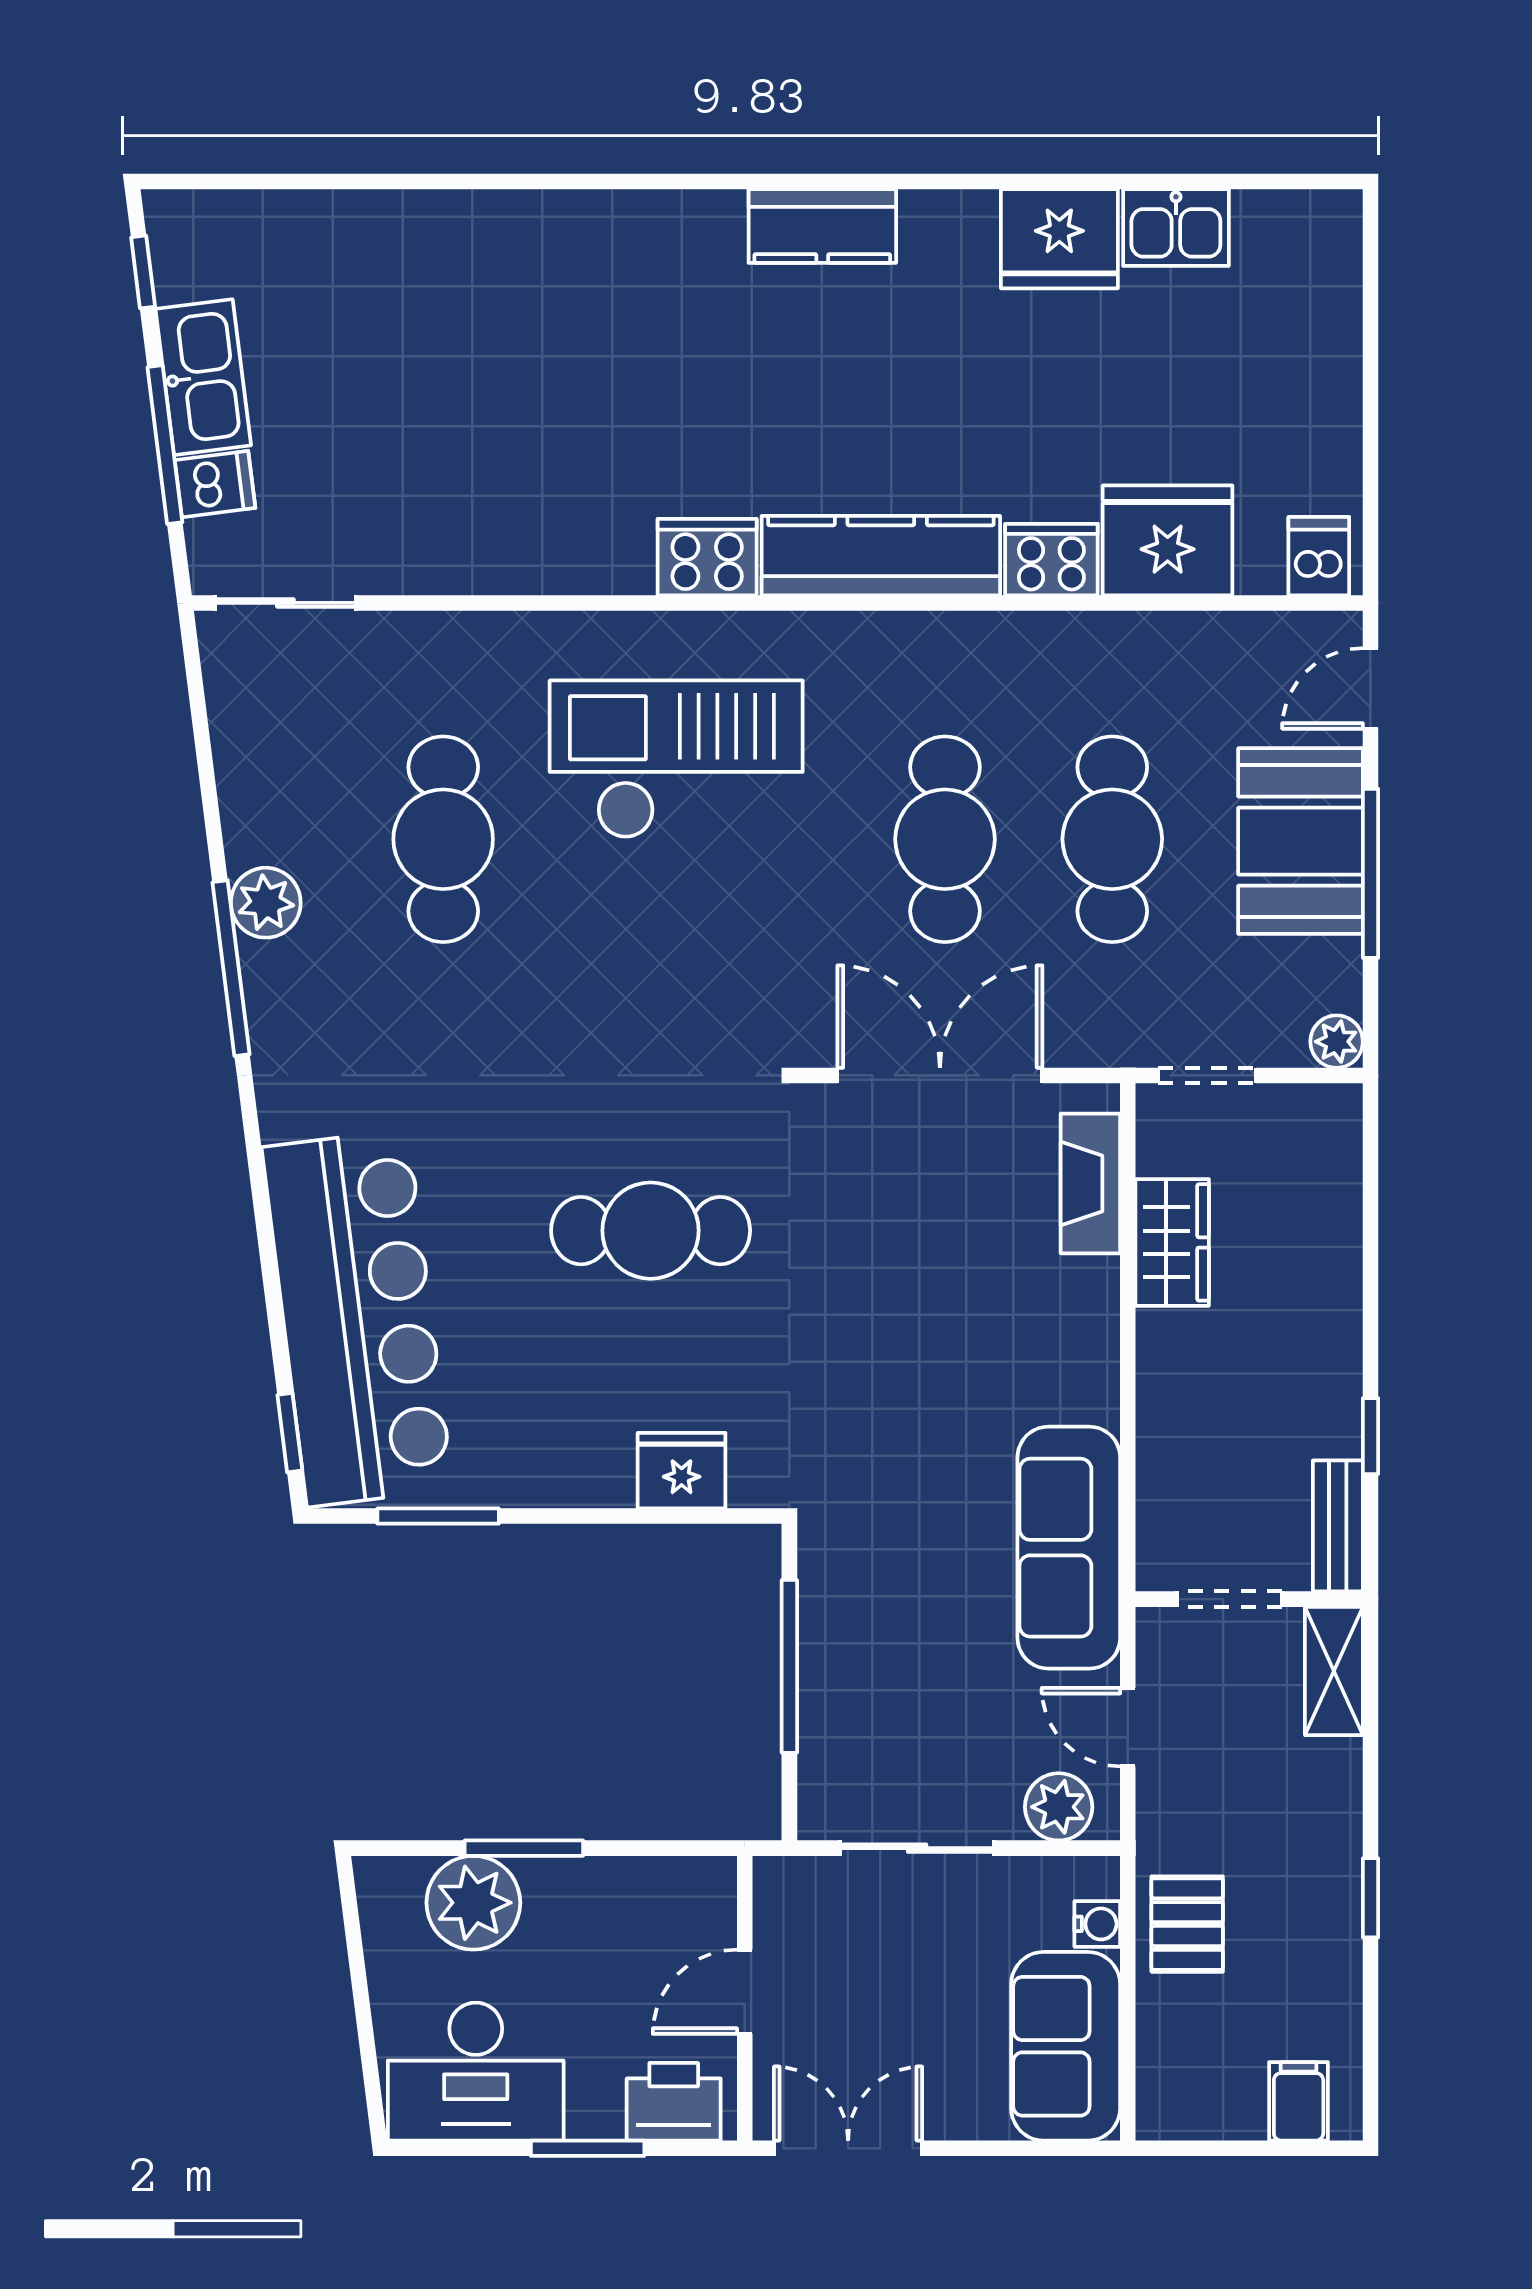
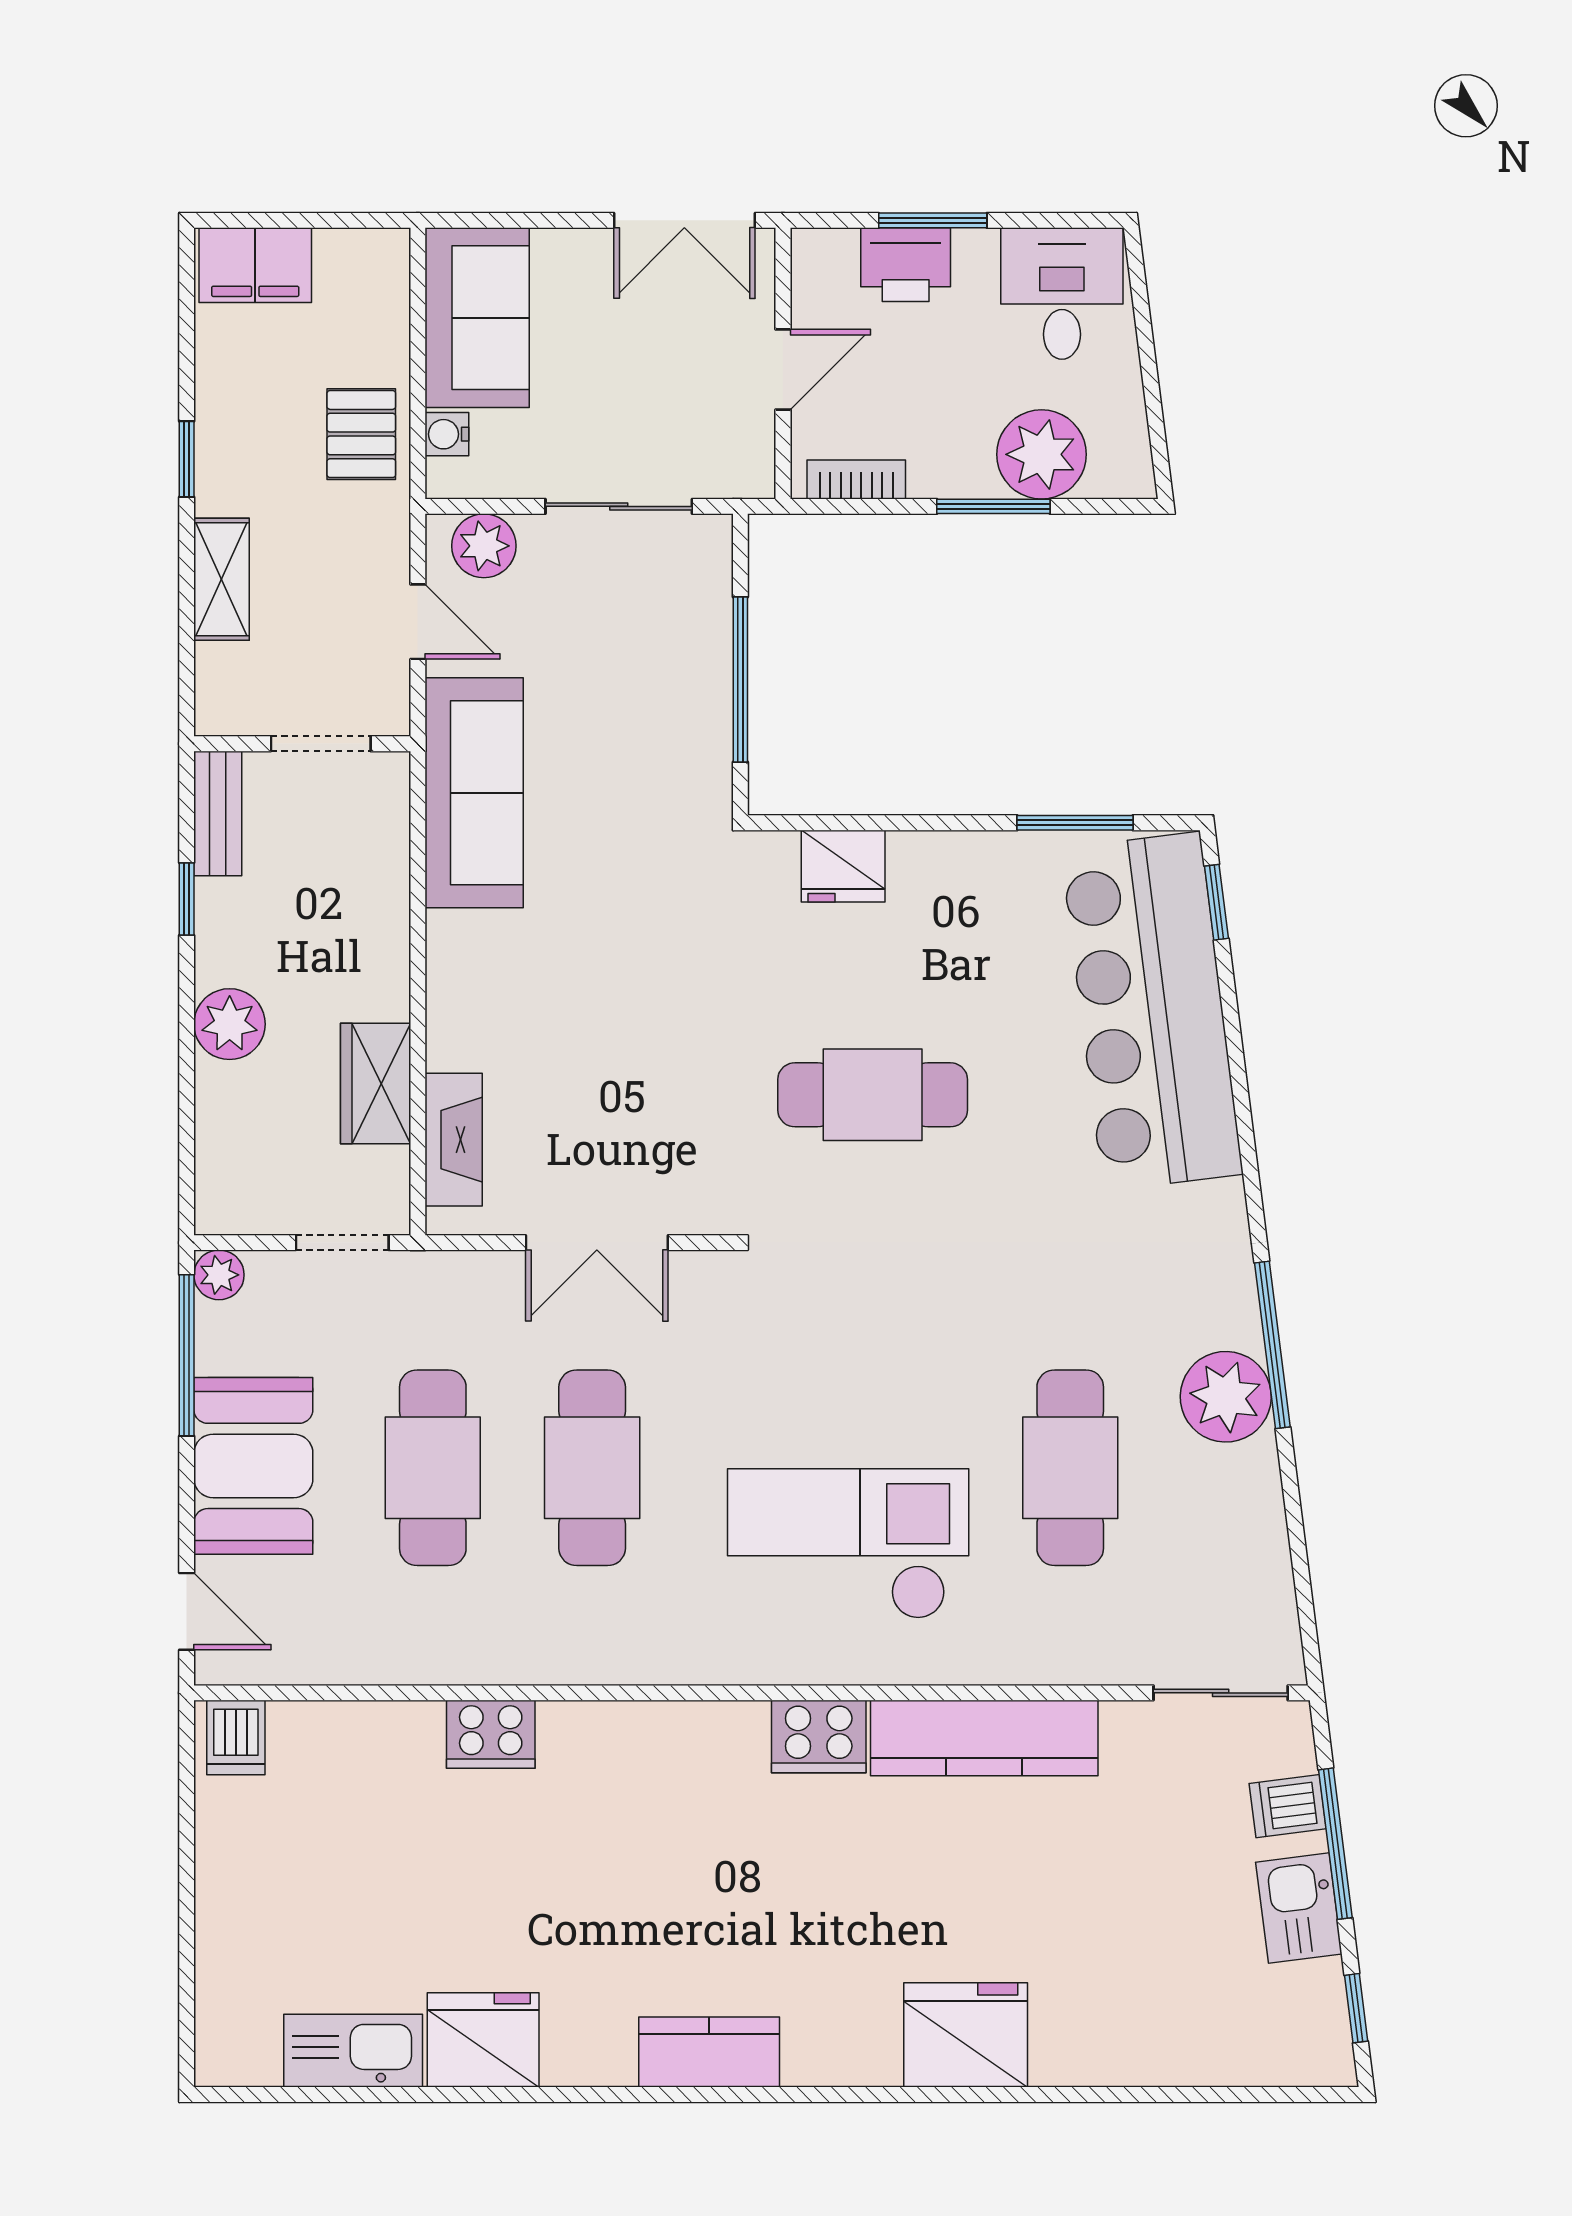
kitchen sink: (1176, 228) -> (353, 2051), width x1.38
kitchen sink: (203, 377) -> (1299, 1908), width x0.73
fridge: (1168, 540) -> (966, 2035), moved, turned 180
kitchen counter: (881, 556) -> (984, 1738), moved
door: (1370, 688) -> (187, 1611), hinge flipped
checkout: (676, 759) -> (848, 1544), turned 180
window: (1370, 873) -> (187, 1355), moved
plant: (266, 903) -> (1226, 1397), width x1.36, depth x1.36
double door: (940, 1075) -> (597, 1243), width x0.73
plant: (1326, 1305) -> (230, 1024), added
shelving: (1334, 1671) -> (222, 579), moved
bookcase: (668, 1876) -> (856, 479), added
desk: (476, 2072) -> (1062, 294), width x0.73
filing cabinet: (1299, 2101) -> (255, 265), width x2.00
printer: (674, 2102) -> (906, 265), moved

